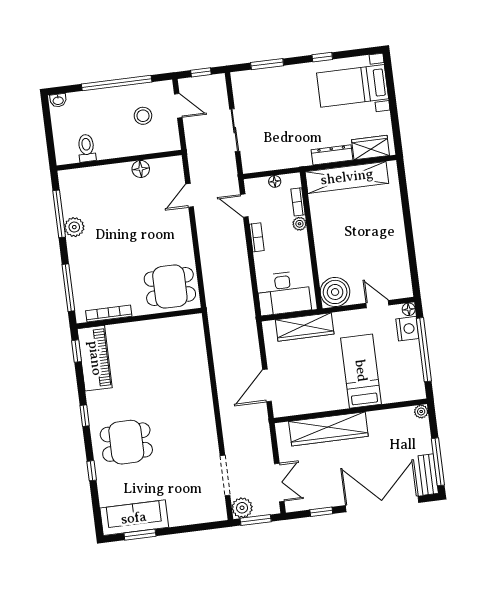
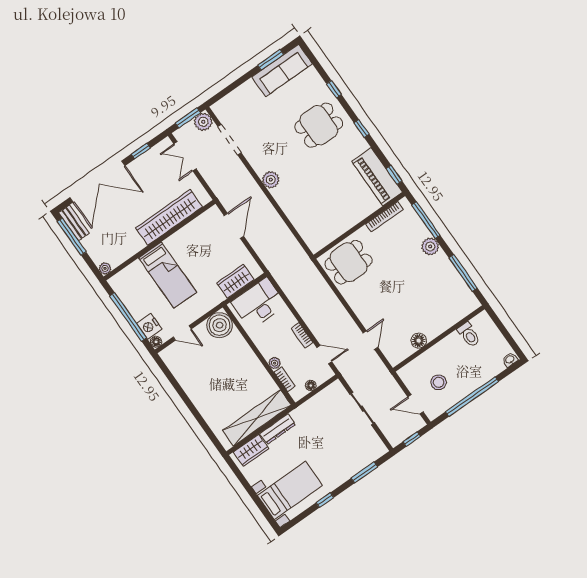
plant: (74, 227) -> (430, 246), moved
wardrobe: (305, 327) -> (235, 281), width x0.67
plant: (205, 413) -> (271, 180), added

